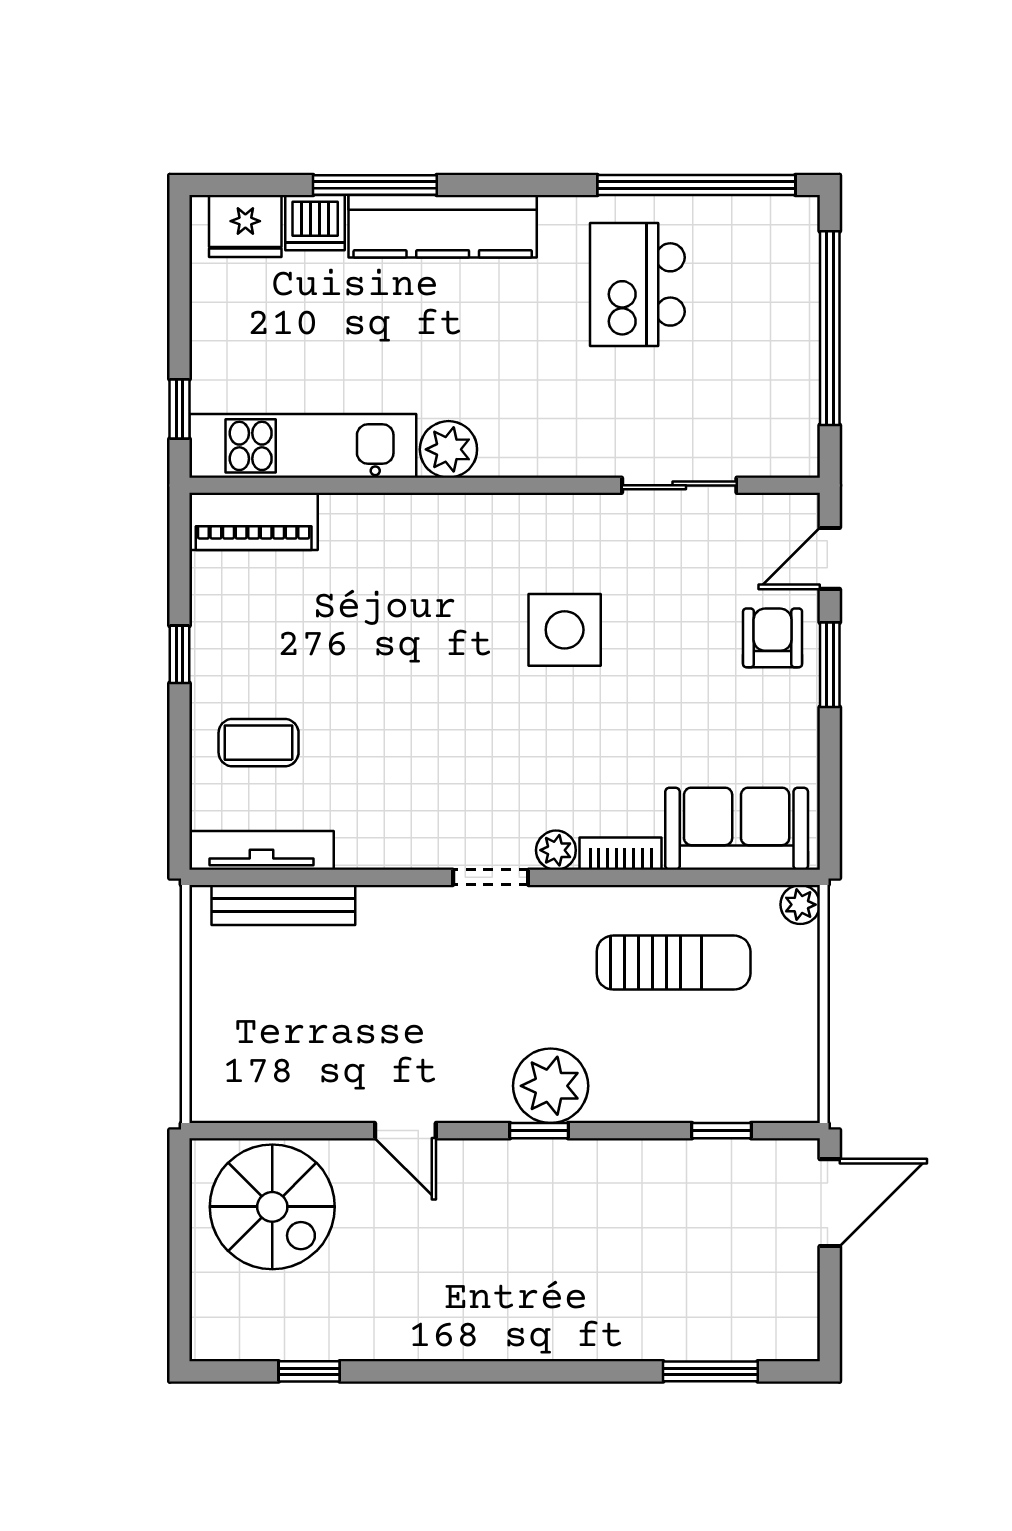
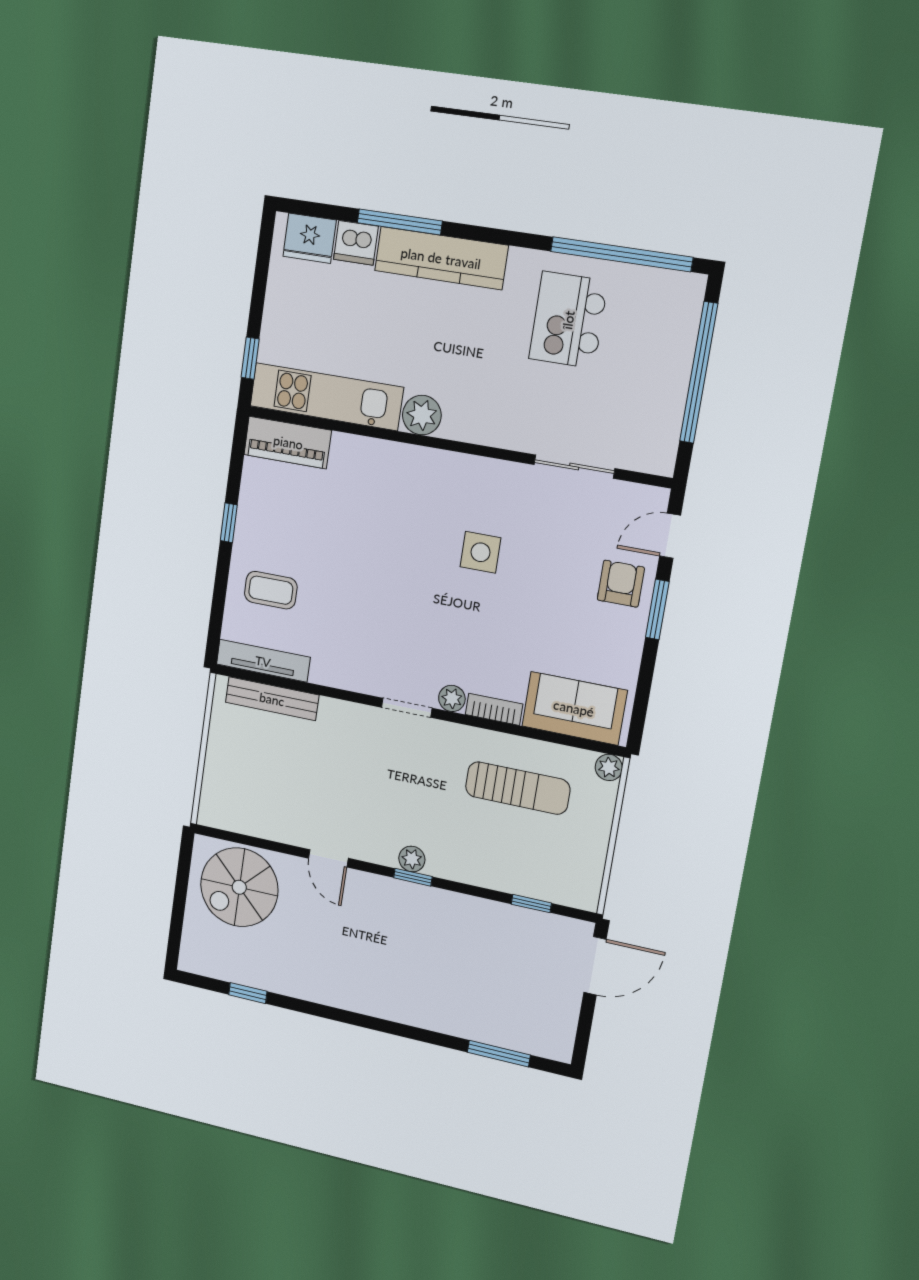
side table: (565, 630) -> (481, 552), width x0.73, depth x0.73
plant: (551, 1086) -> (412, 859), width x0.53, depth x0.53
spiral stairs: (272, 1207) -> (239, 887), turned 90

